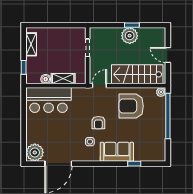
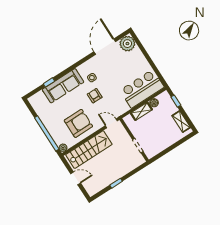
plant: (130, 36) -> (113, 174), removed
door: (99, 86) -> (111, 123), swing flipped
sofa: (117, 152) -> (63, 86), width x1.36

